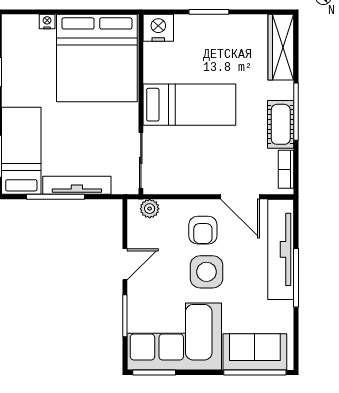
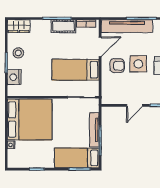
nightstand: (158, 28) -> (14, 77), moved
stool: (228, 36) -> (18, 53), added
wardrobe: (281, 47) -> (19, 26), width x0.67
bed: (189, 105) -> (76, 70), moved, turned -90
plant: (150, 209) -> (106, 93), removed
door: (125, 264) -> (134, 105), swing flipped

